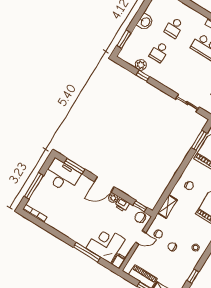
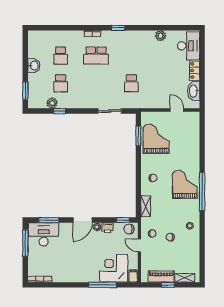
window: (34, 186) -> (25, 243), moved
door: (141, 237) -> (139, 245), swing flipped
window: (193, 276) -> (202, 251), removed

